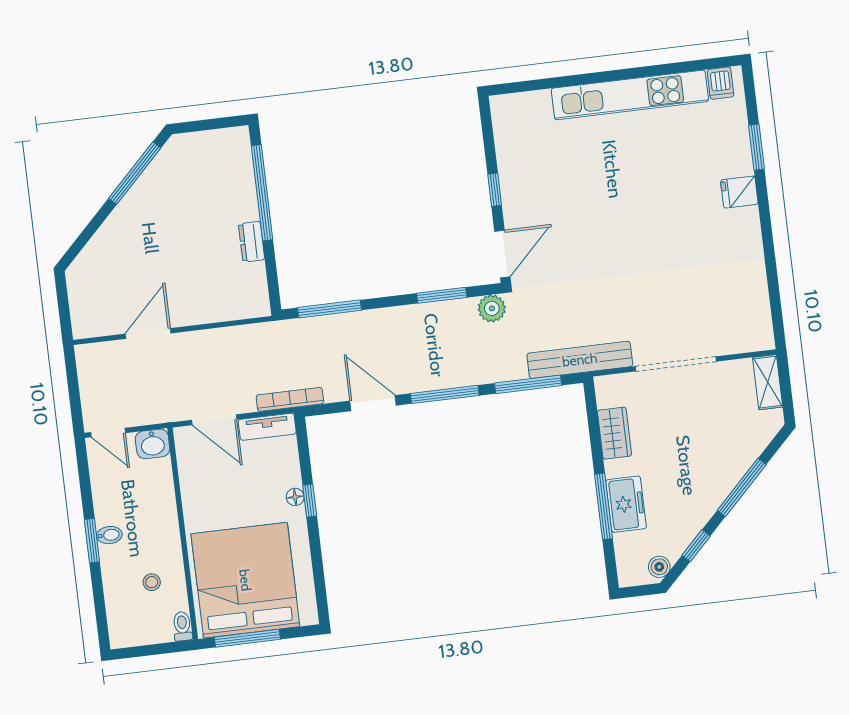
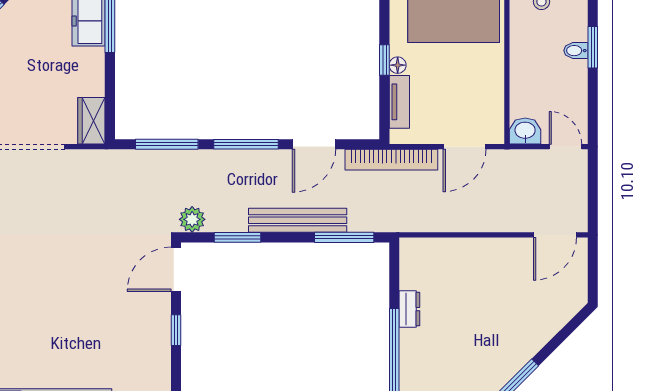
door: (148, 333) -> (555, 235), moved
bench: (580, 360) -> (298, 220), moved
bookcase: (290, 399) -> (391, 160), width x1.48, depth x1.31
door: (373, 403) -> (314, 144), hinge flipped
door: (214, 420) -> (465, 147), swing flipped
tv unit: (267, 427) -> (399, 102), moved, turned 90
wardrobe: (614, 433) -> (91, 121), moved

